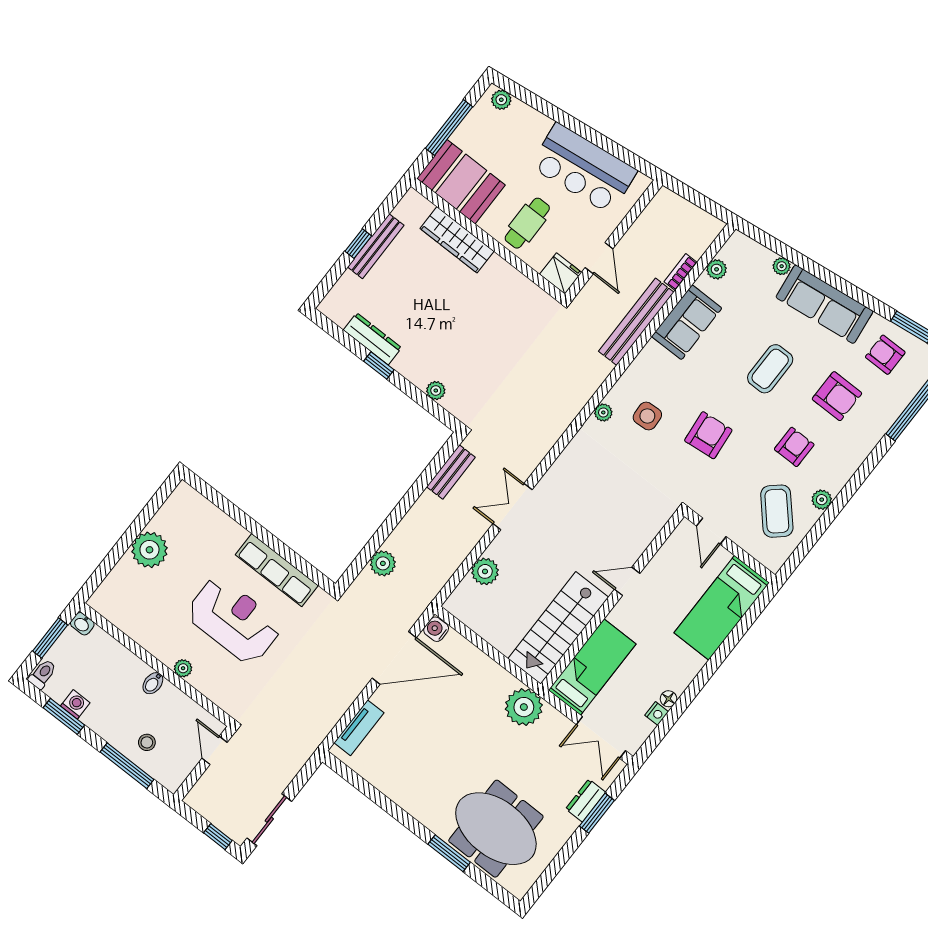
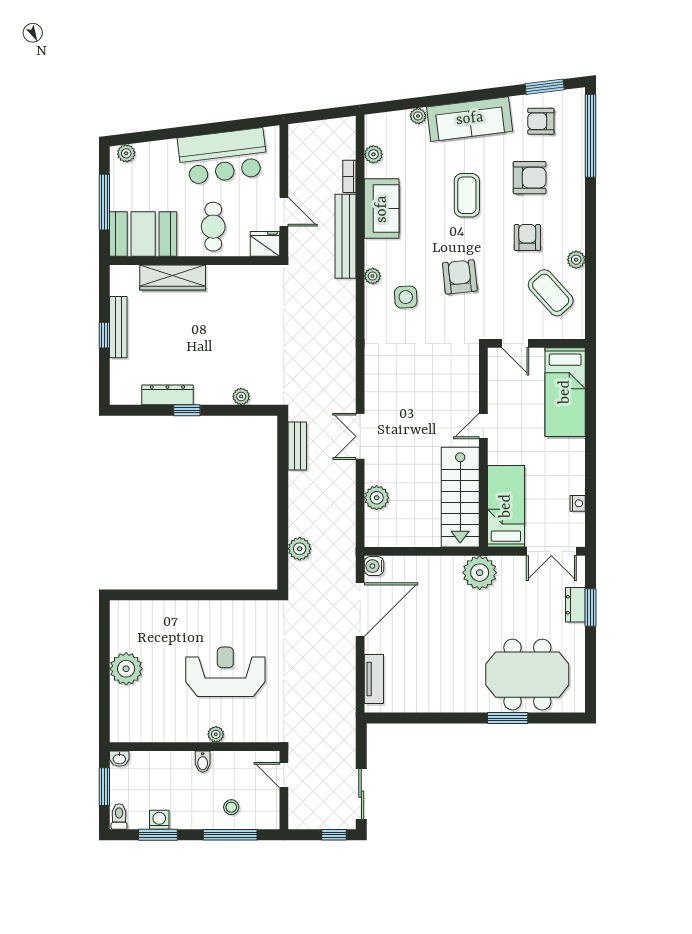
plant: (603, 412) -> (373, 276), moved
row of seats: (277, 570) -> (228, 613), removed
floor lamp: (668, 699) -> (578, 486), removed

